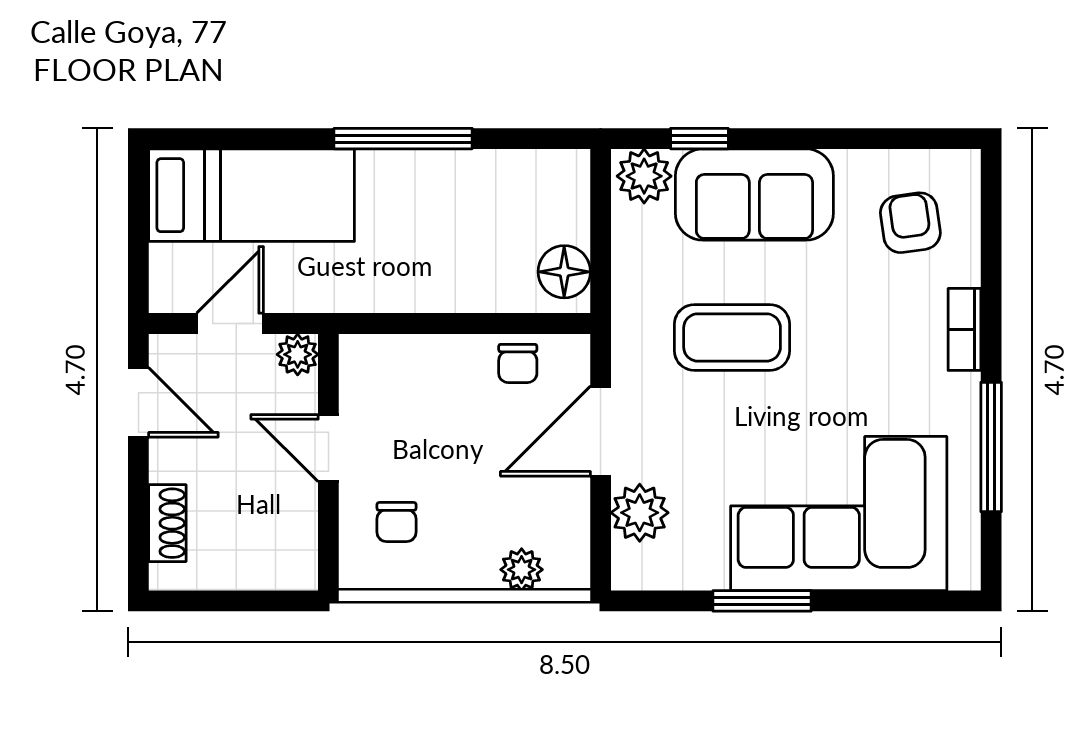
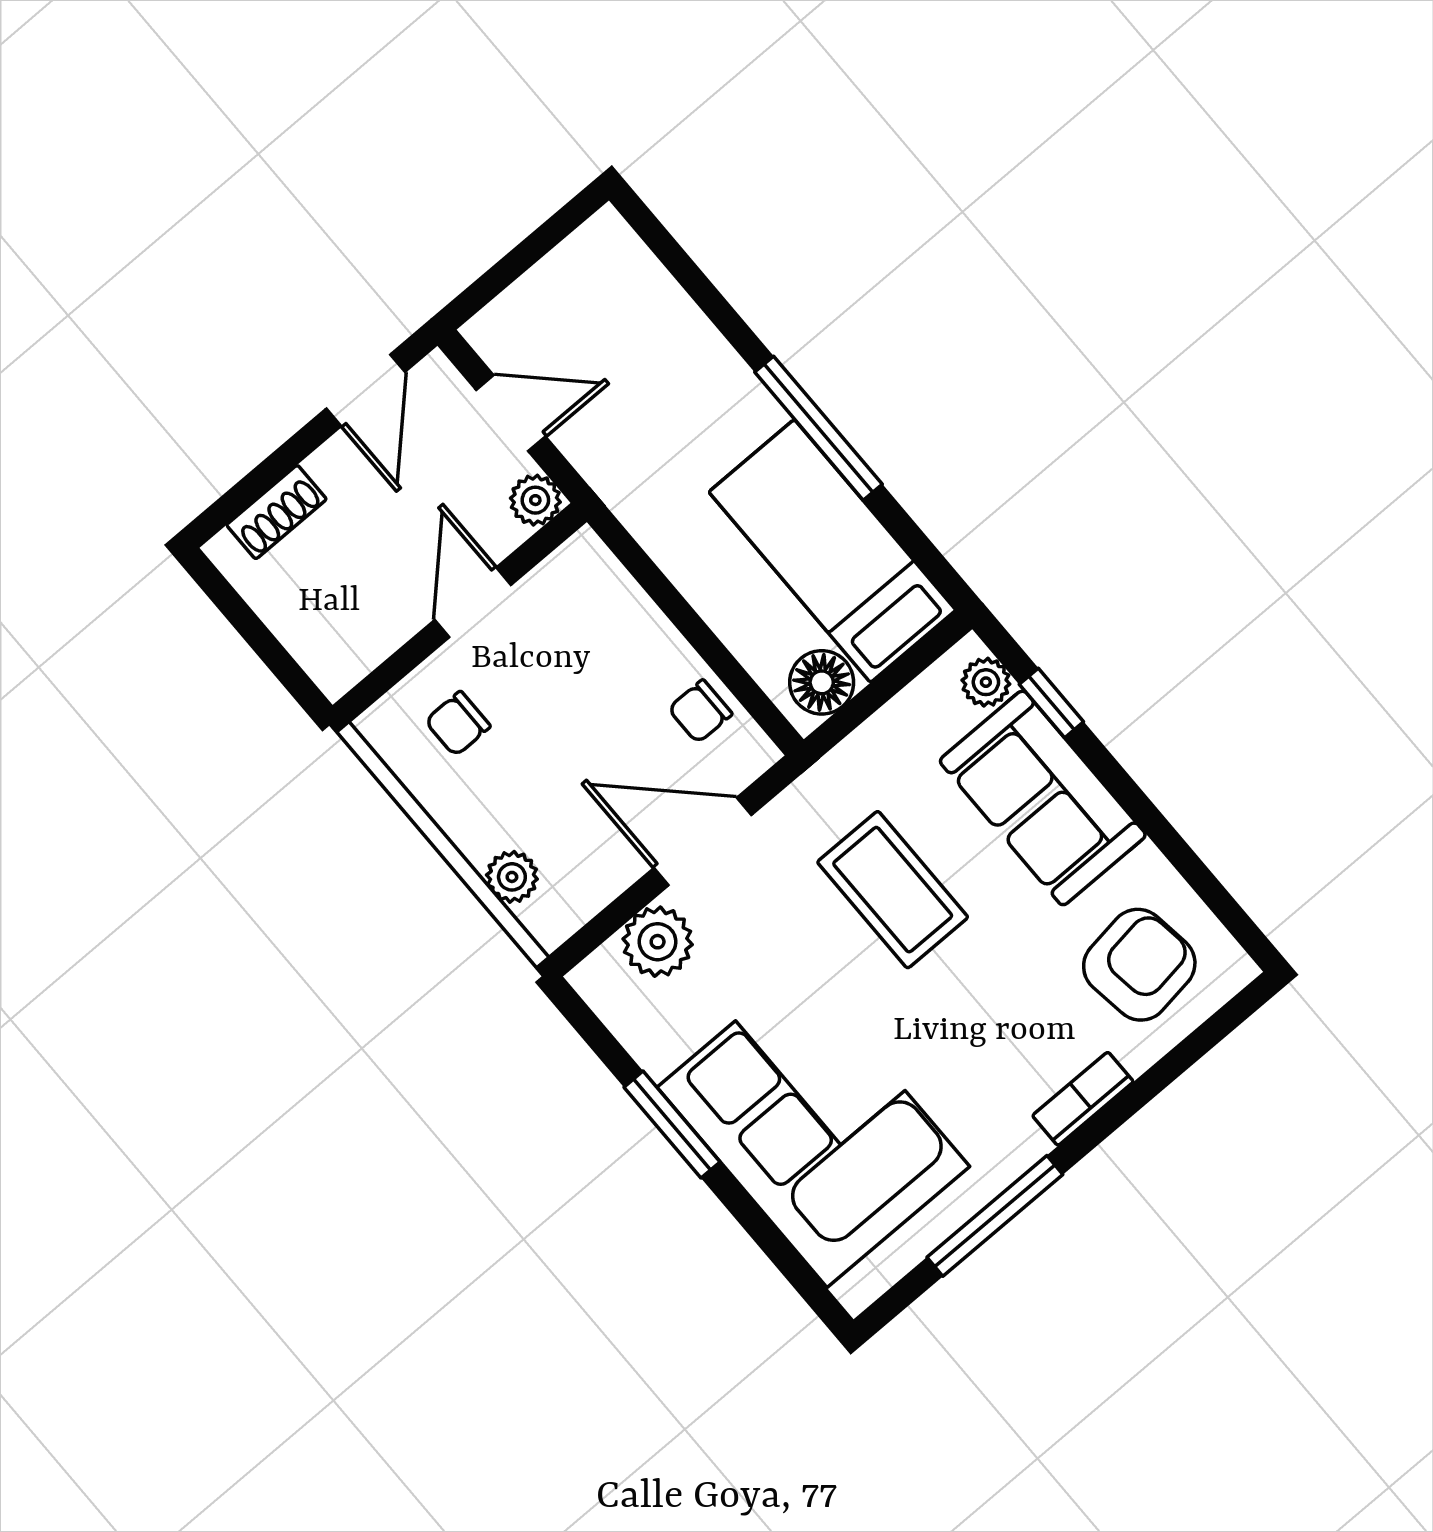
plant: (644, 176) -> (986, 682), width x0.73, depth x0.73
bed: (252, 195) -> (832, 551), moved, turned 180
armchair: (910, 223) -> (1139, 965), width x1.38, depth x1.38

